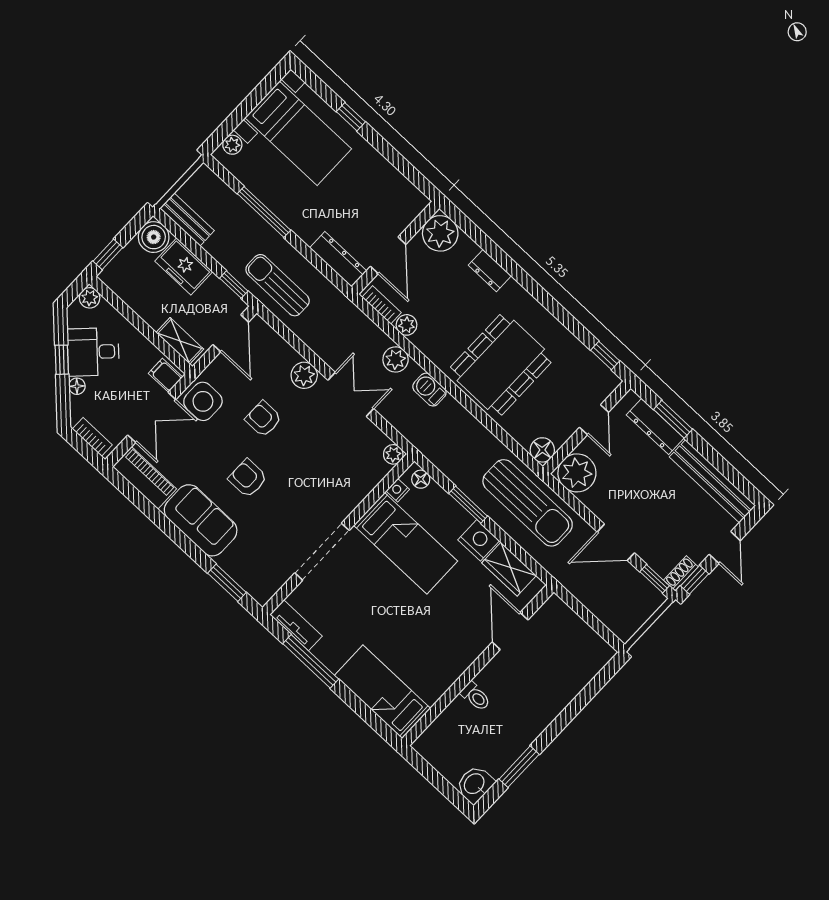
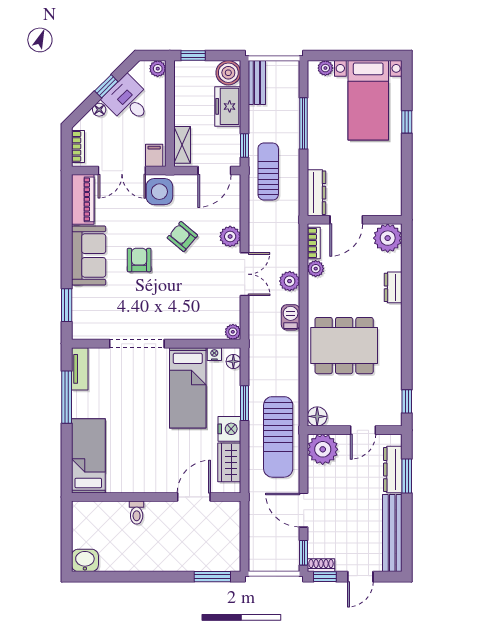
armchair: (263, 419) -> (182, 237), turned -50
window: (519, 767) -> (212, 577), moved

